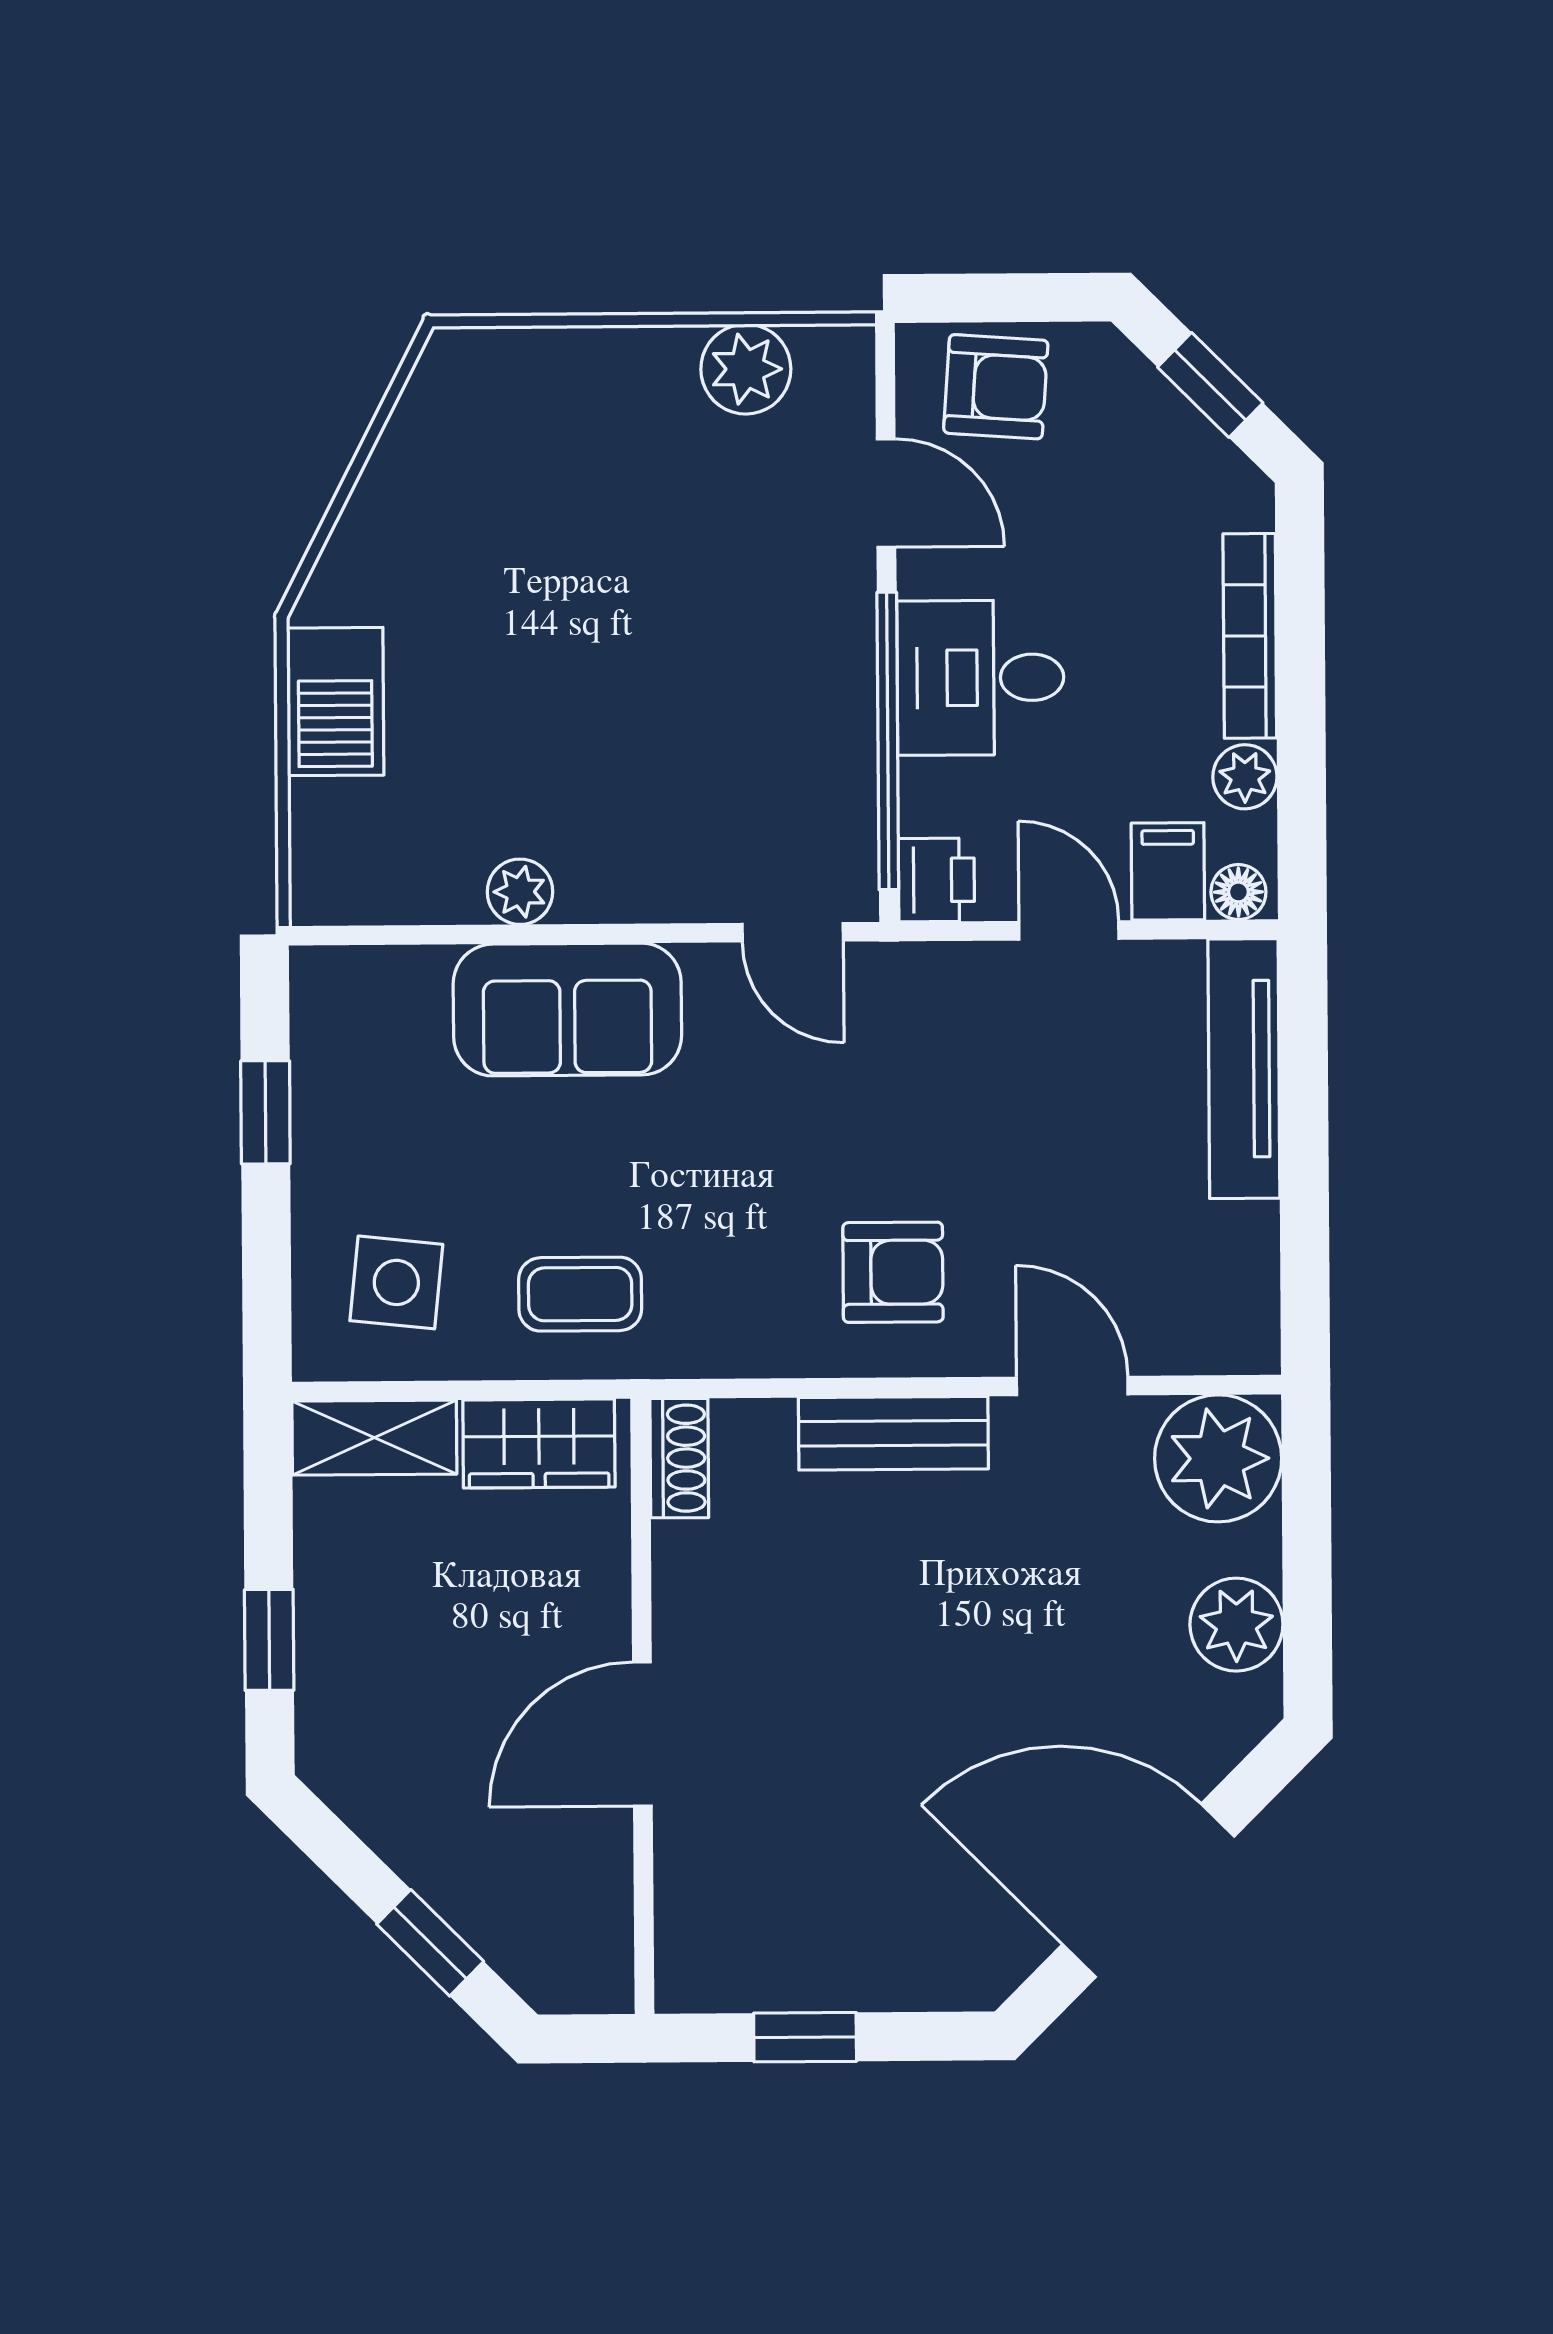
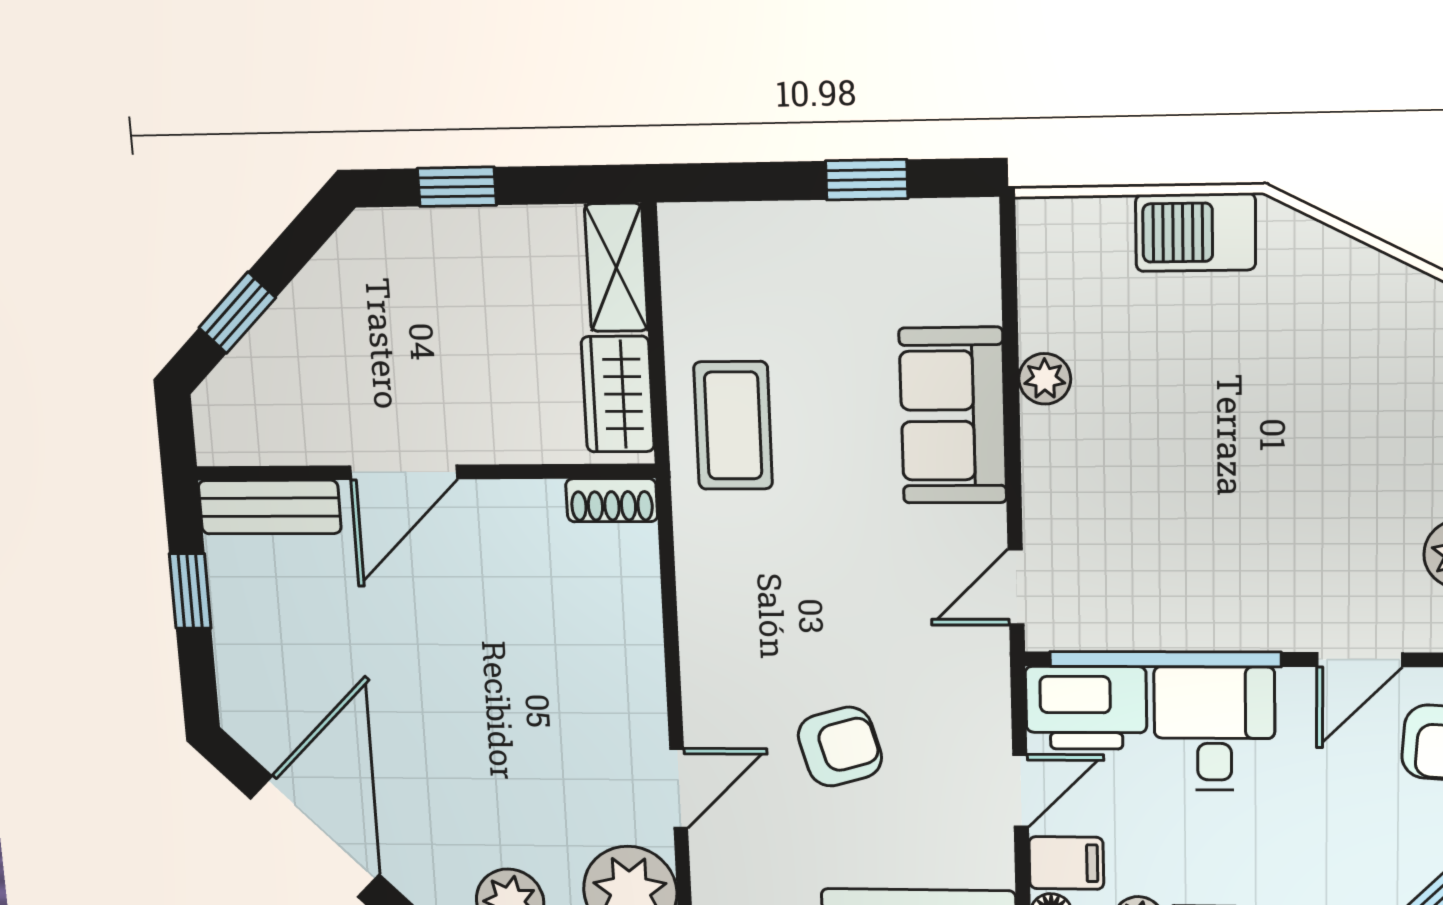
printer: (936, 880) -> (1086, 708), width x1.87, depth x1.48
armchair: (893, 1272) -> (840, 747), moved, turned -106
side table: (396, 1282) -> (737, 284), removed
coffee table: (580, 1294) -> (733, 426), width x1.36, depth x1.30
bench: (893, 1433) -> (270, 507), moved, turned 90
door: (642, 1734) -> (404, 472), swing flipped

